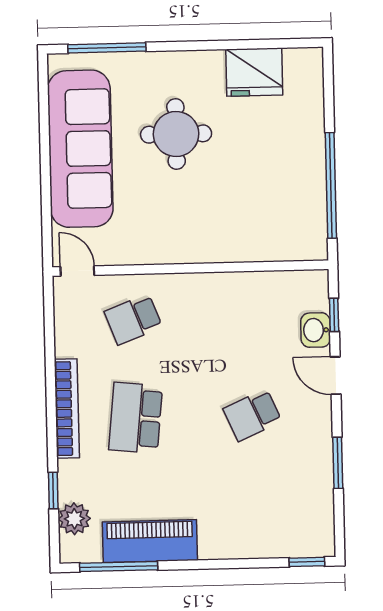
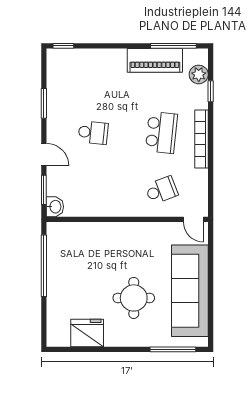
window: (334, 315) -> (44, 190), width x1.50
washbasin: (316, 330) -> (55, 207), moved
school desk: (252, 415) -> (93, 133), turned 30

